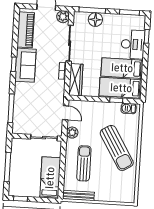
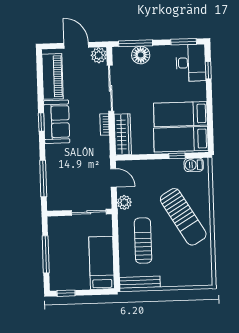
desk: (133, 44) -> (191, 63), moved

